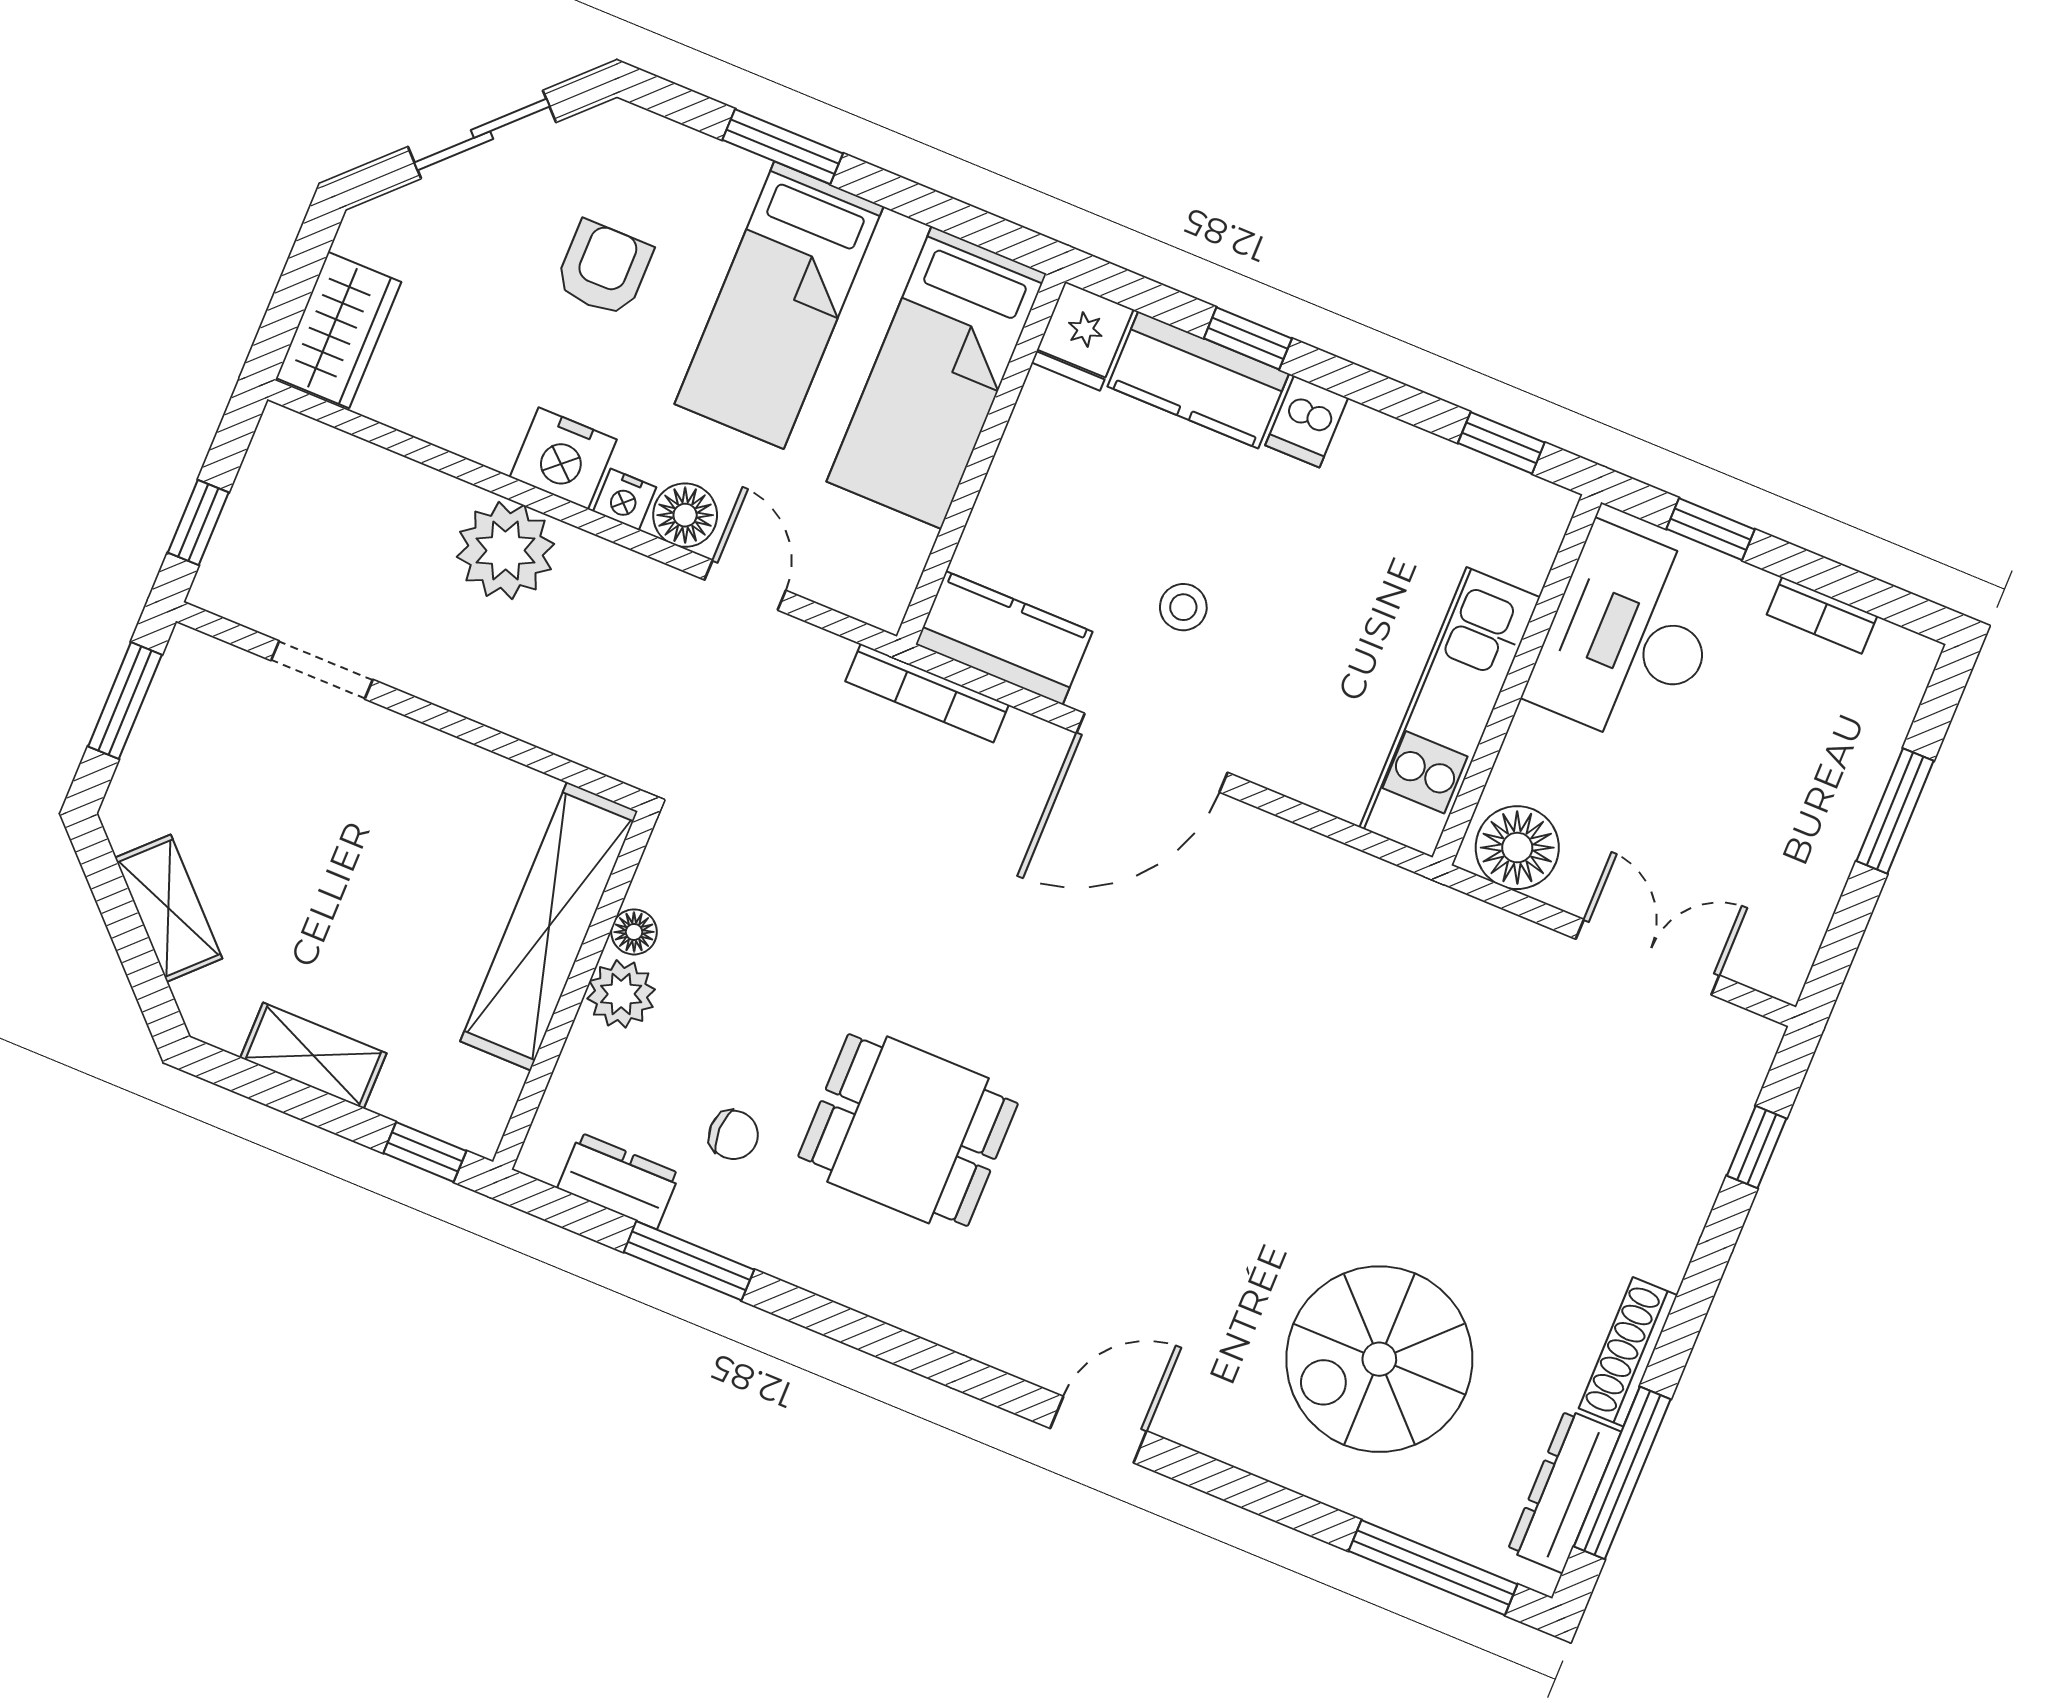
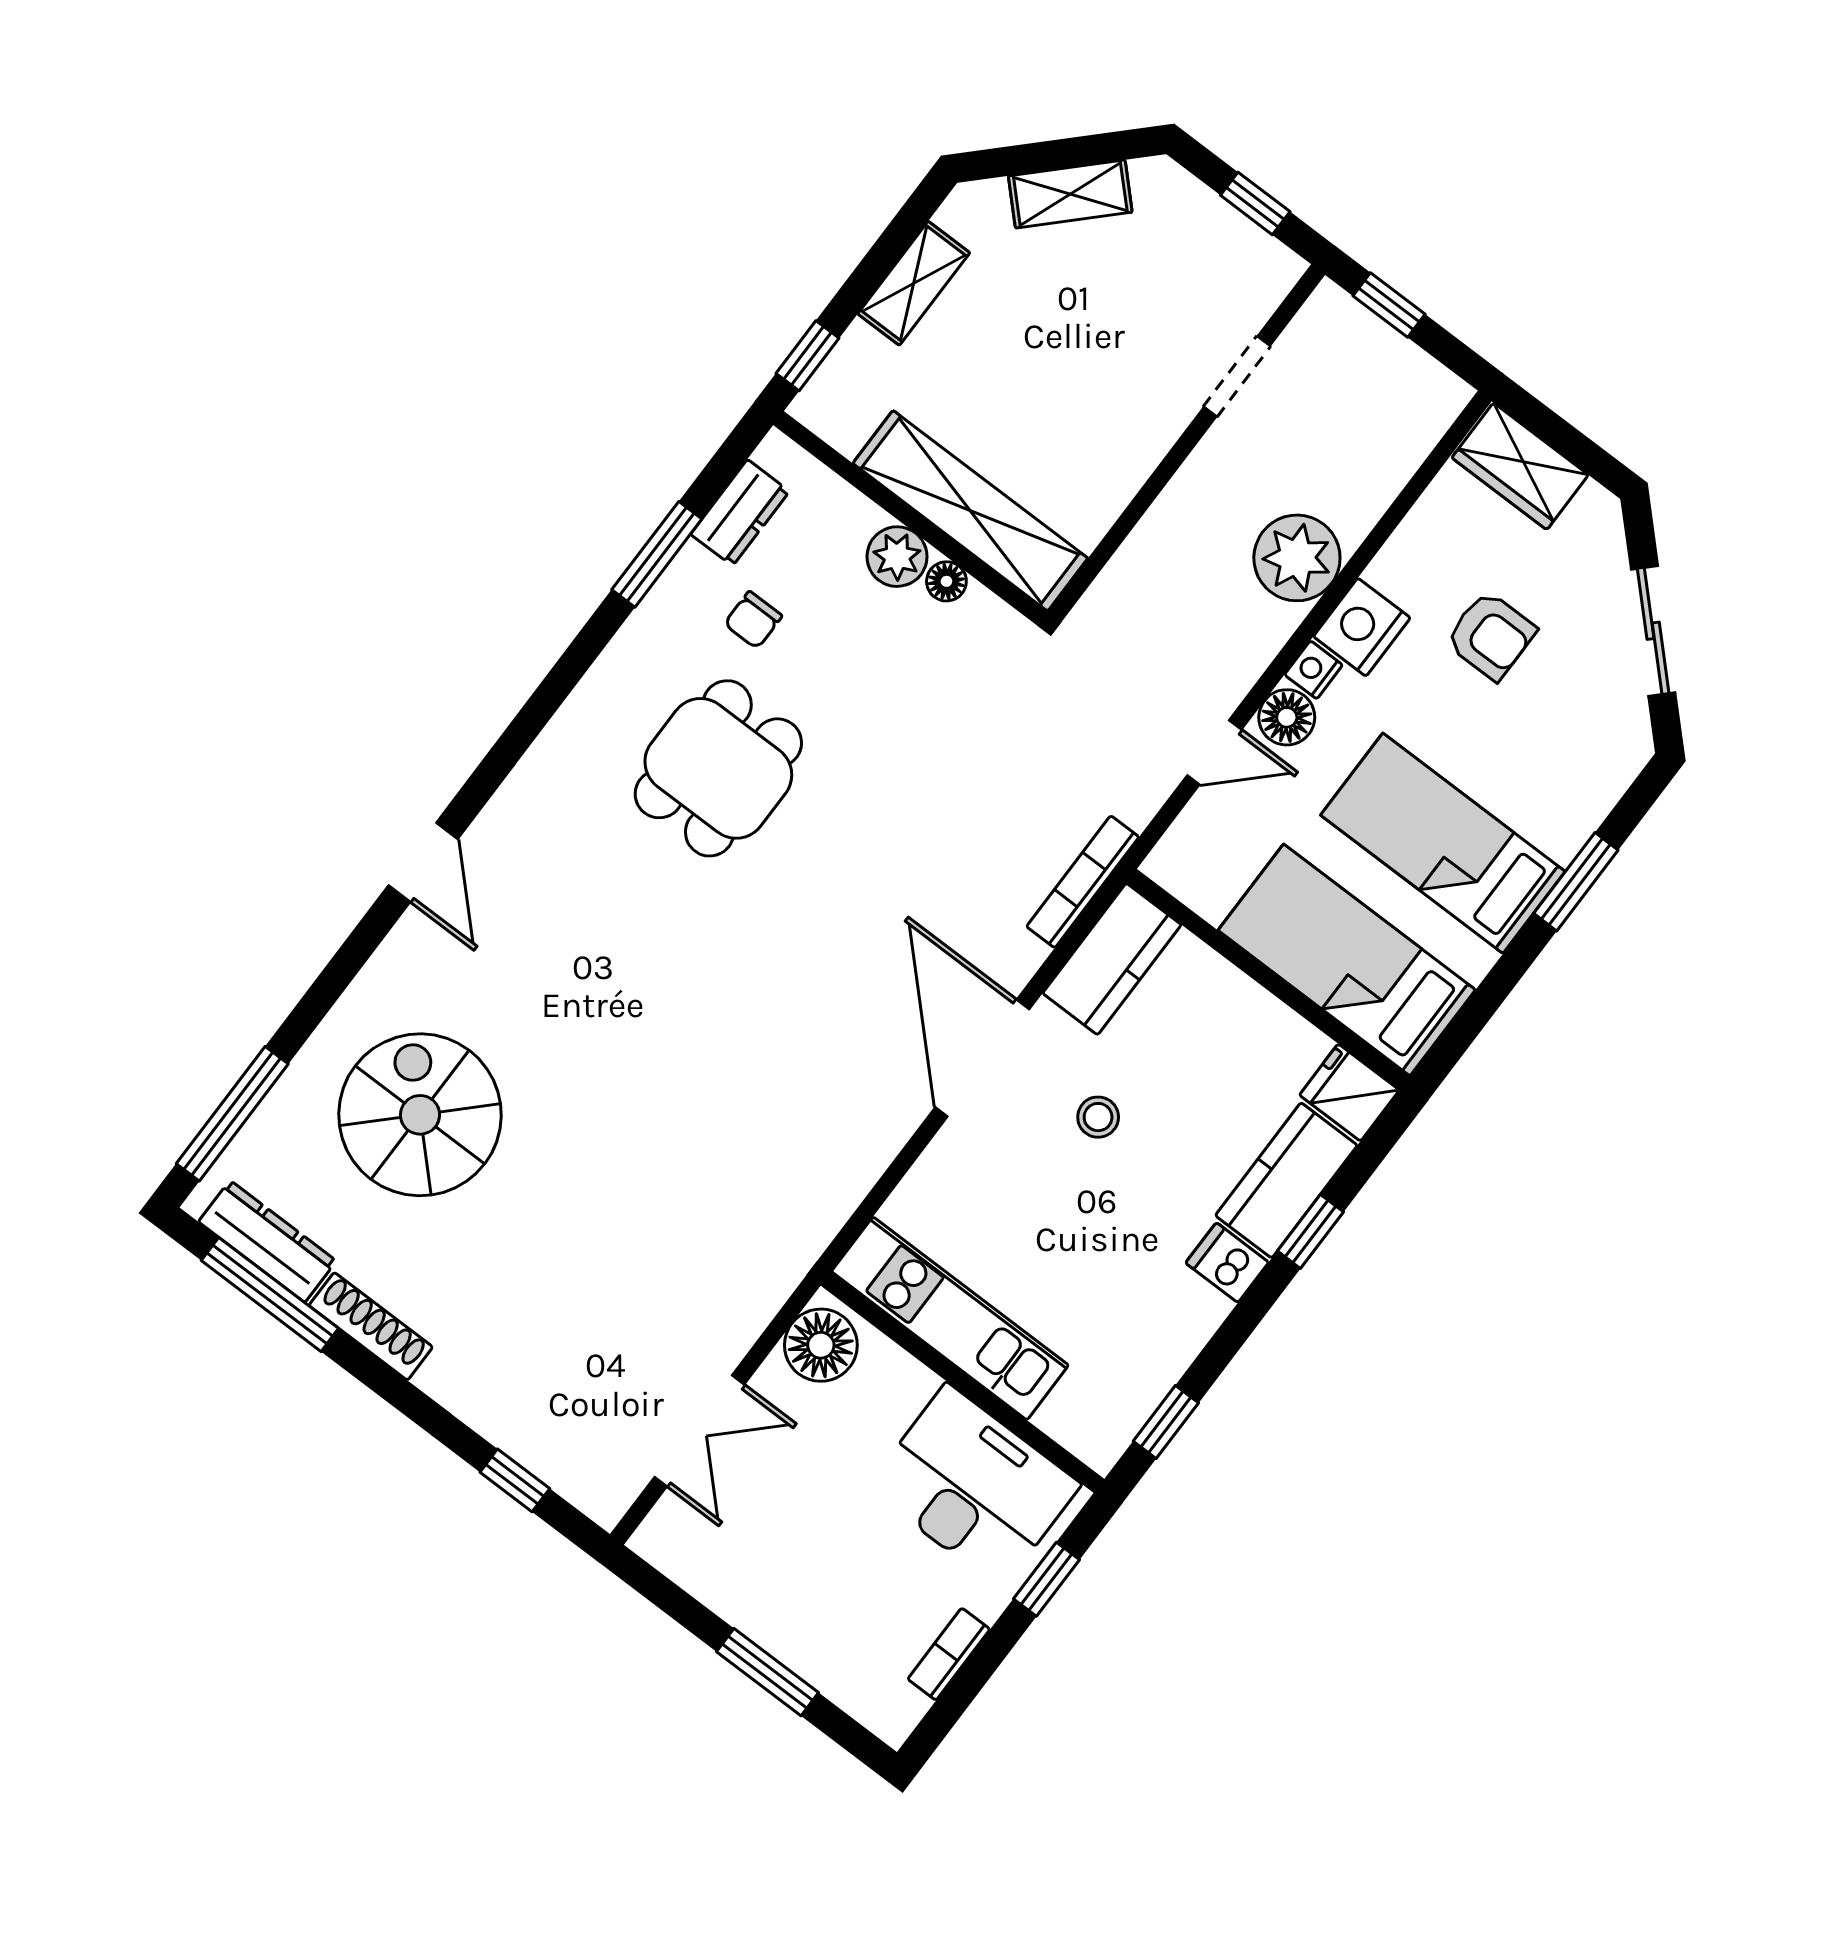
armchair: (604, 269) -> (1491, 635), moved
window: (125, 701) -> (1255, 203), width x0.67

